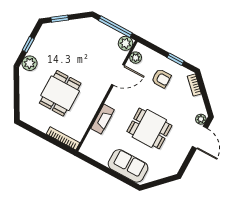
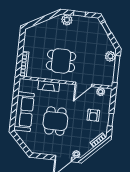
plant: (126, 43) -> (110, 56), moved
door: (118, 75) -> (84, 84), hinge flipped
dining table: (60, 93) -> (61, 61), moved
sofa: (128, 166) -> (24, 112), width x1.36

